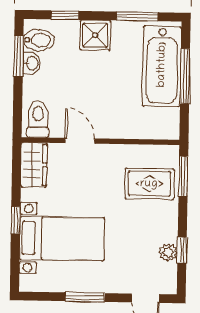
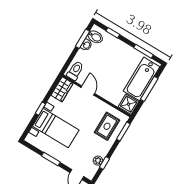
shower: (95, 35) -> (129, 104), moved
rug: (149, 184) -> (107, 126), turned 90

